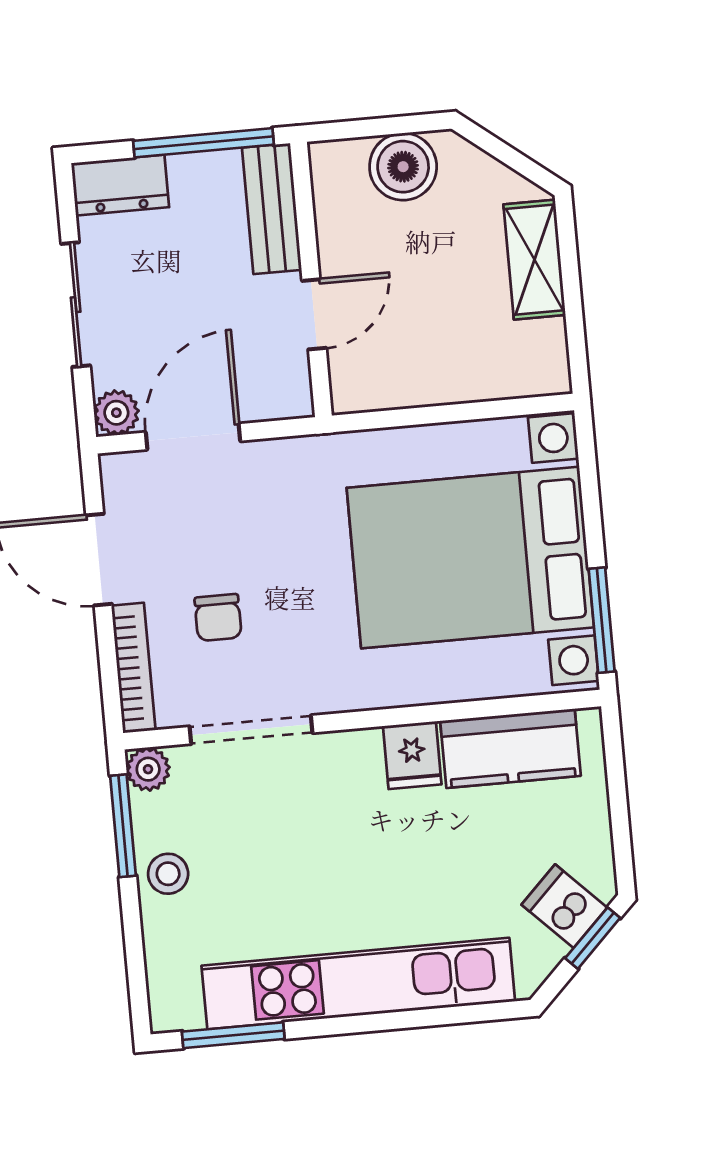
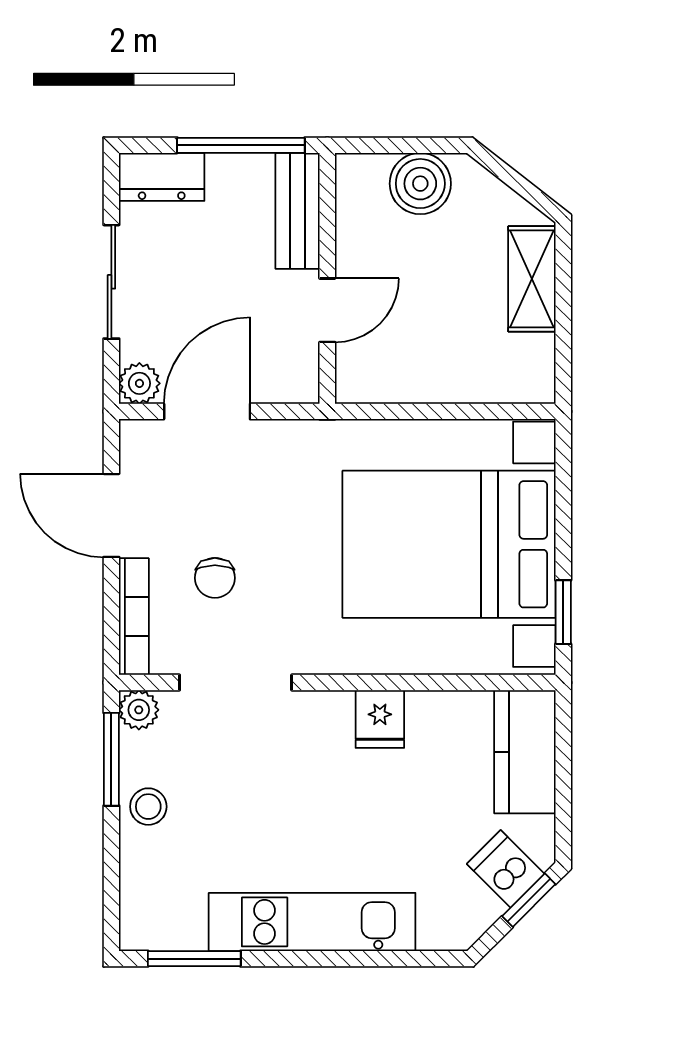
window: (602, 620) -> (563, 612), width x0.67
kitchen counter: (511, 748) -> (525, 752), moved, turned 90
kitchen unit: (358, 983) -> (312, 922), width x0.73

